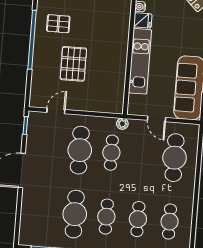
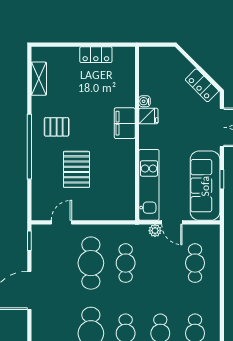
filing cabinet: (121, 25) -> (125, 123), added
kitchen unit: (140, 61) -> (149, 185), moved
plant: (122, 124) -> (155, 231), moved
cafe table: (175, 158) -> (195, 263), width x0.73, depth x0.74

